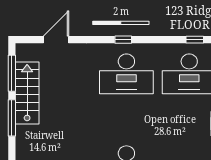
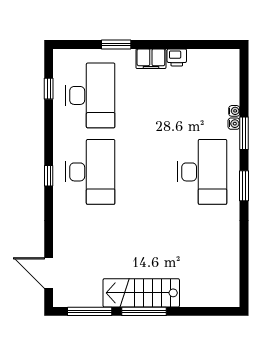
door: (56, 40) -> (49, 273), moved
stairs: (27, 93) -> (141, 293), moved

